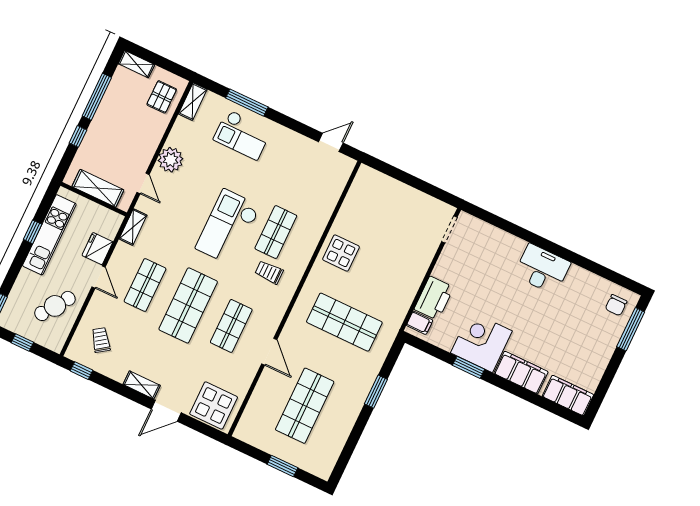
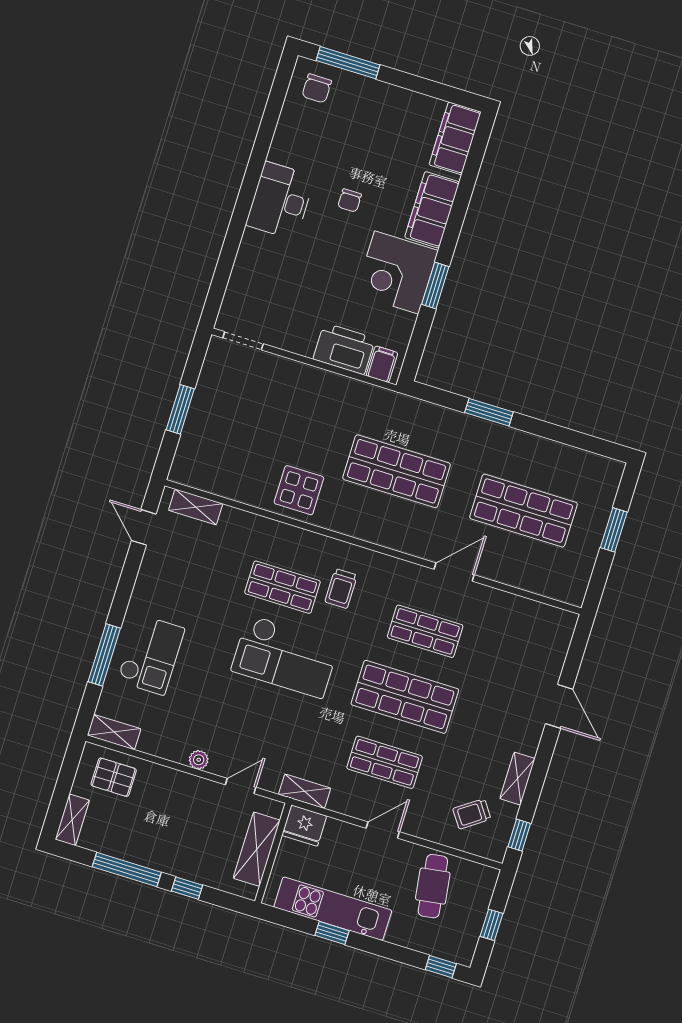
plant: (171, 160) -> (199, 760), width x0.53, depth x0.53
window: (408, 179) -> (180, 409), added
shelving: (340, 180) -> (196, 507), added
fridge: (97, 249) -> (304, 826), moved
chair: (616, 305) -> (317, 88), turned 90
cafe table: (55, 306) -> (433, 886), turned 47
chair: (536, 317) -> (350, 200), added
shop shelf: (344, 322) -> (397, 471), turned 90
shelving: (142, 385) -> (517, 779), moved
display table: (214, 405) -> (542, 640), removed

